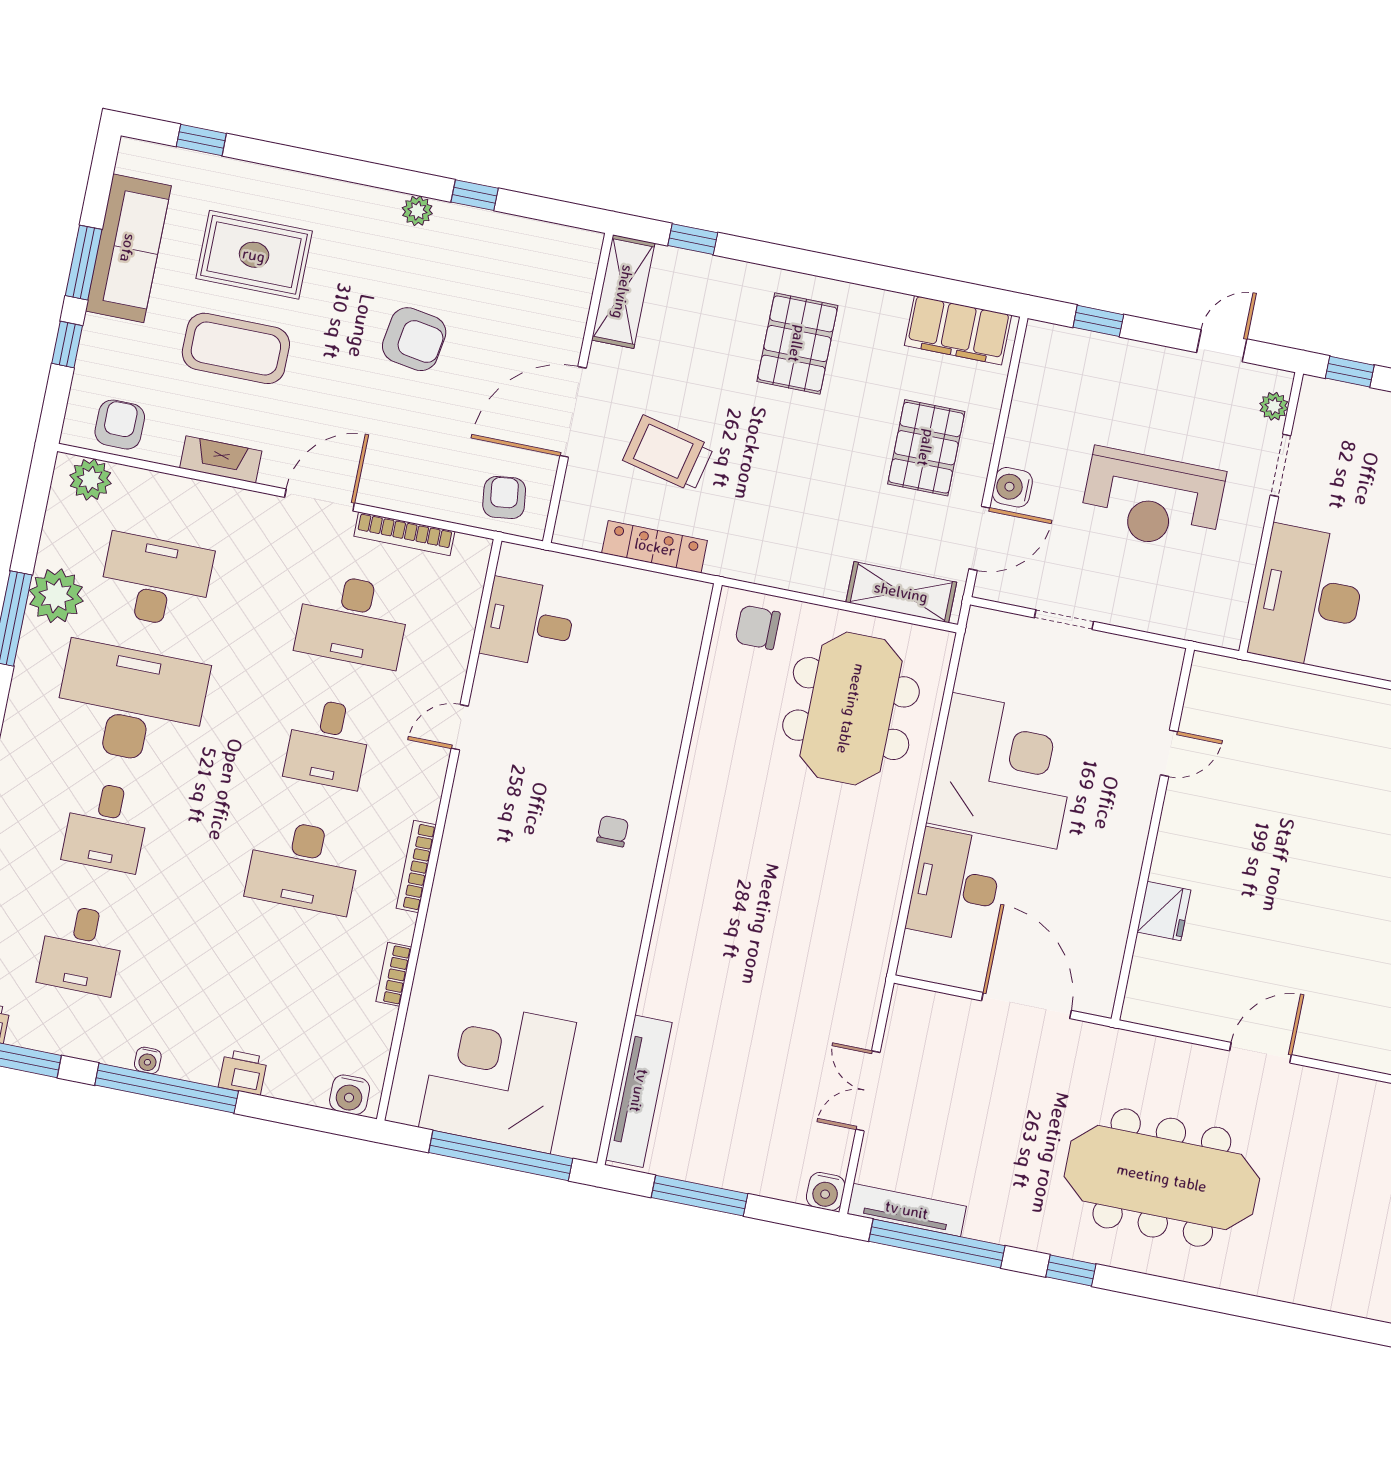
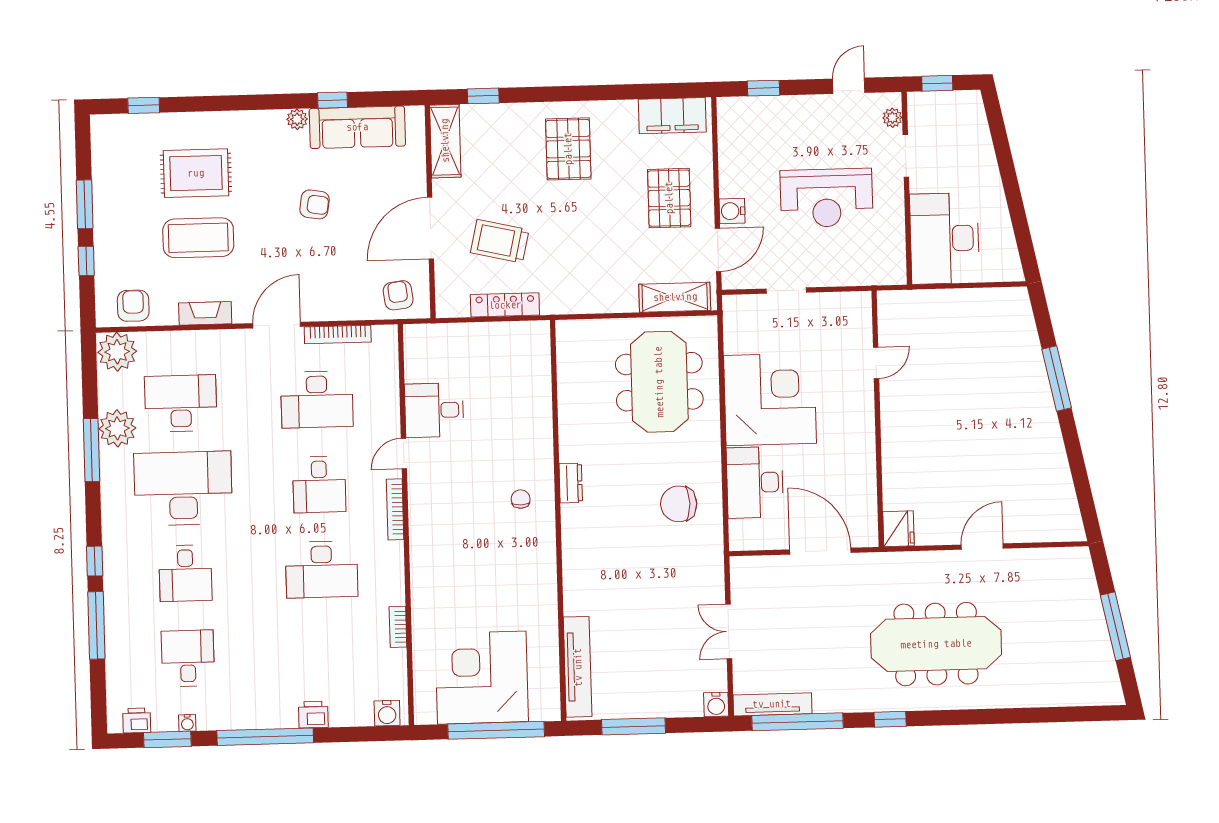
sofa: (128, 248) -> (357, 127), moved, turned 90
armchair: (414, 339) -> (315, 204), width x0.72, depth x0.72
plant: (91, 479) -> (117, 352), width x1.36, depth x1.36
desk: (528, 623) -> (434, 410), moved
chair: (758, 627) -> (679, 504), moved, width x1.37, depth x1.37
dresser: (690, 825) -> (571, 483), added
bookcase: (416, 866) -> (395, 509), moved
fridge: (1164, 911) -> (898, 529), moved
desk: (81, 950) -> (188, 658), turned 180
water cooler: (148, 1060) -> (187, 723), moved

